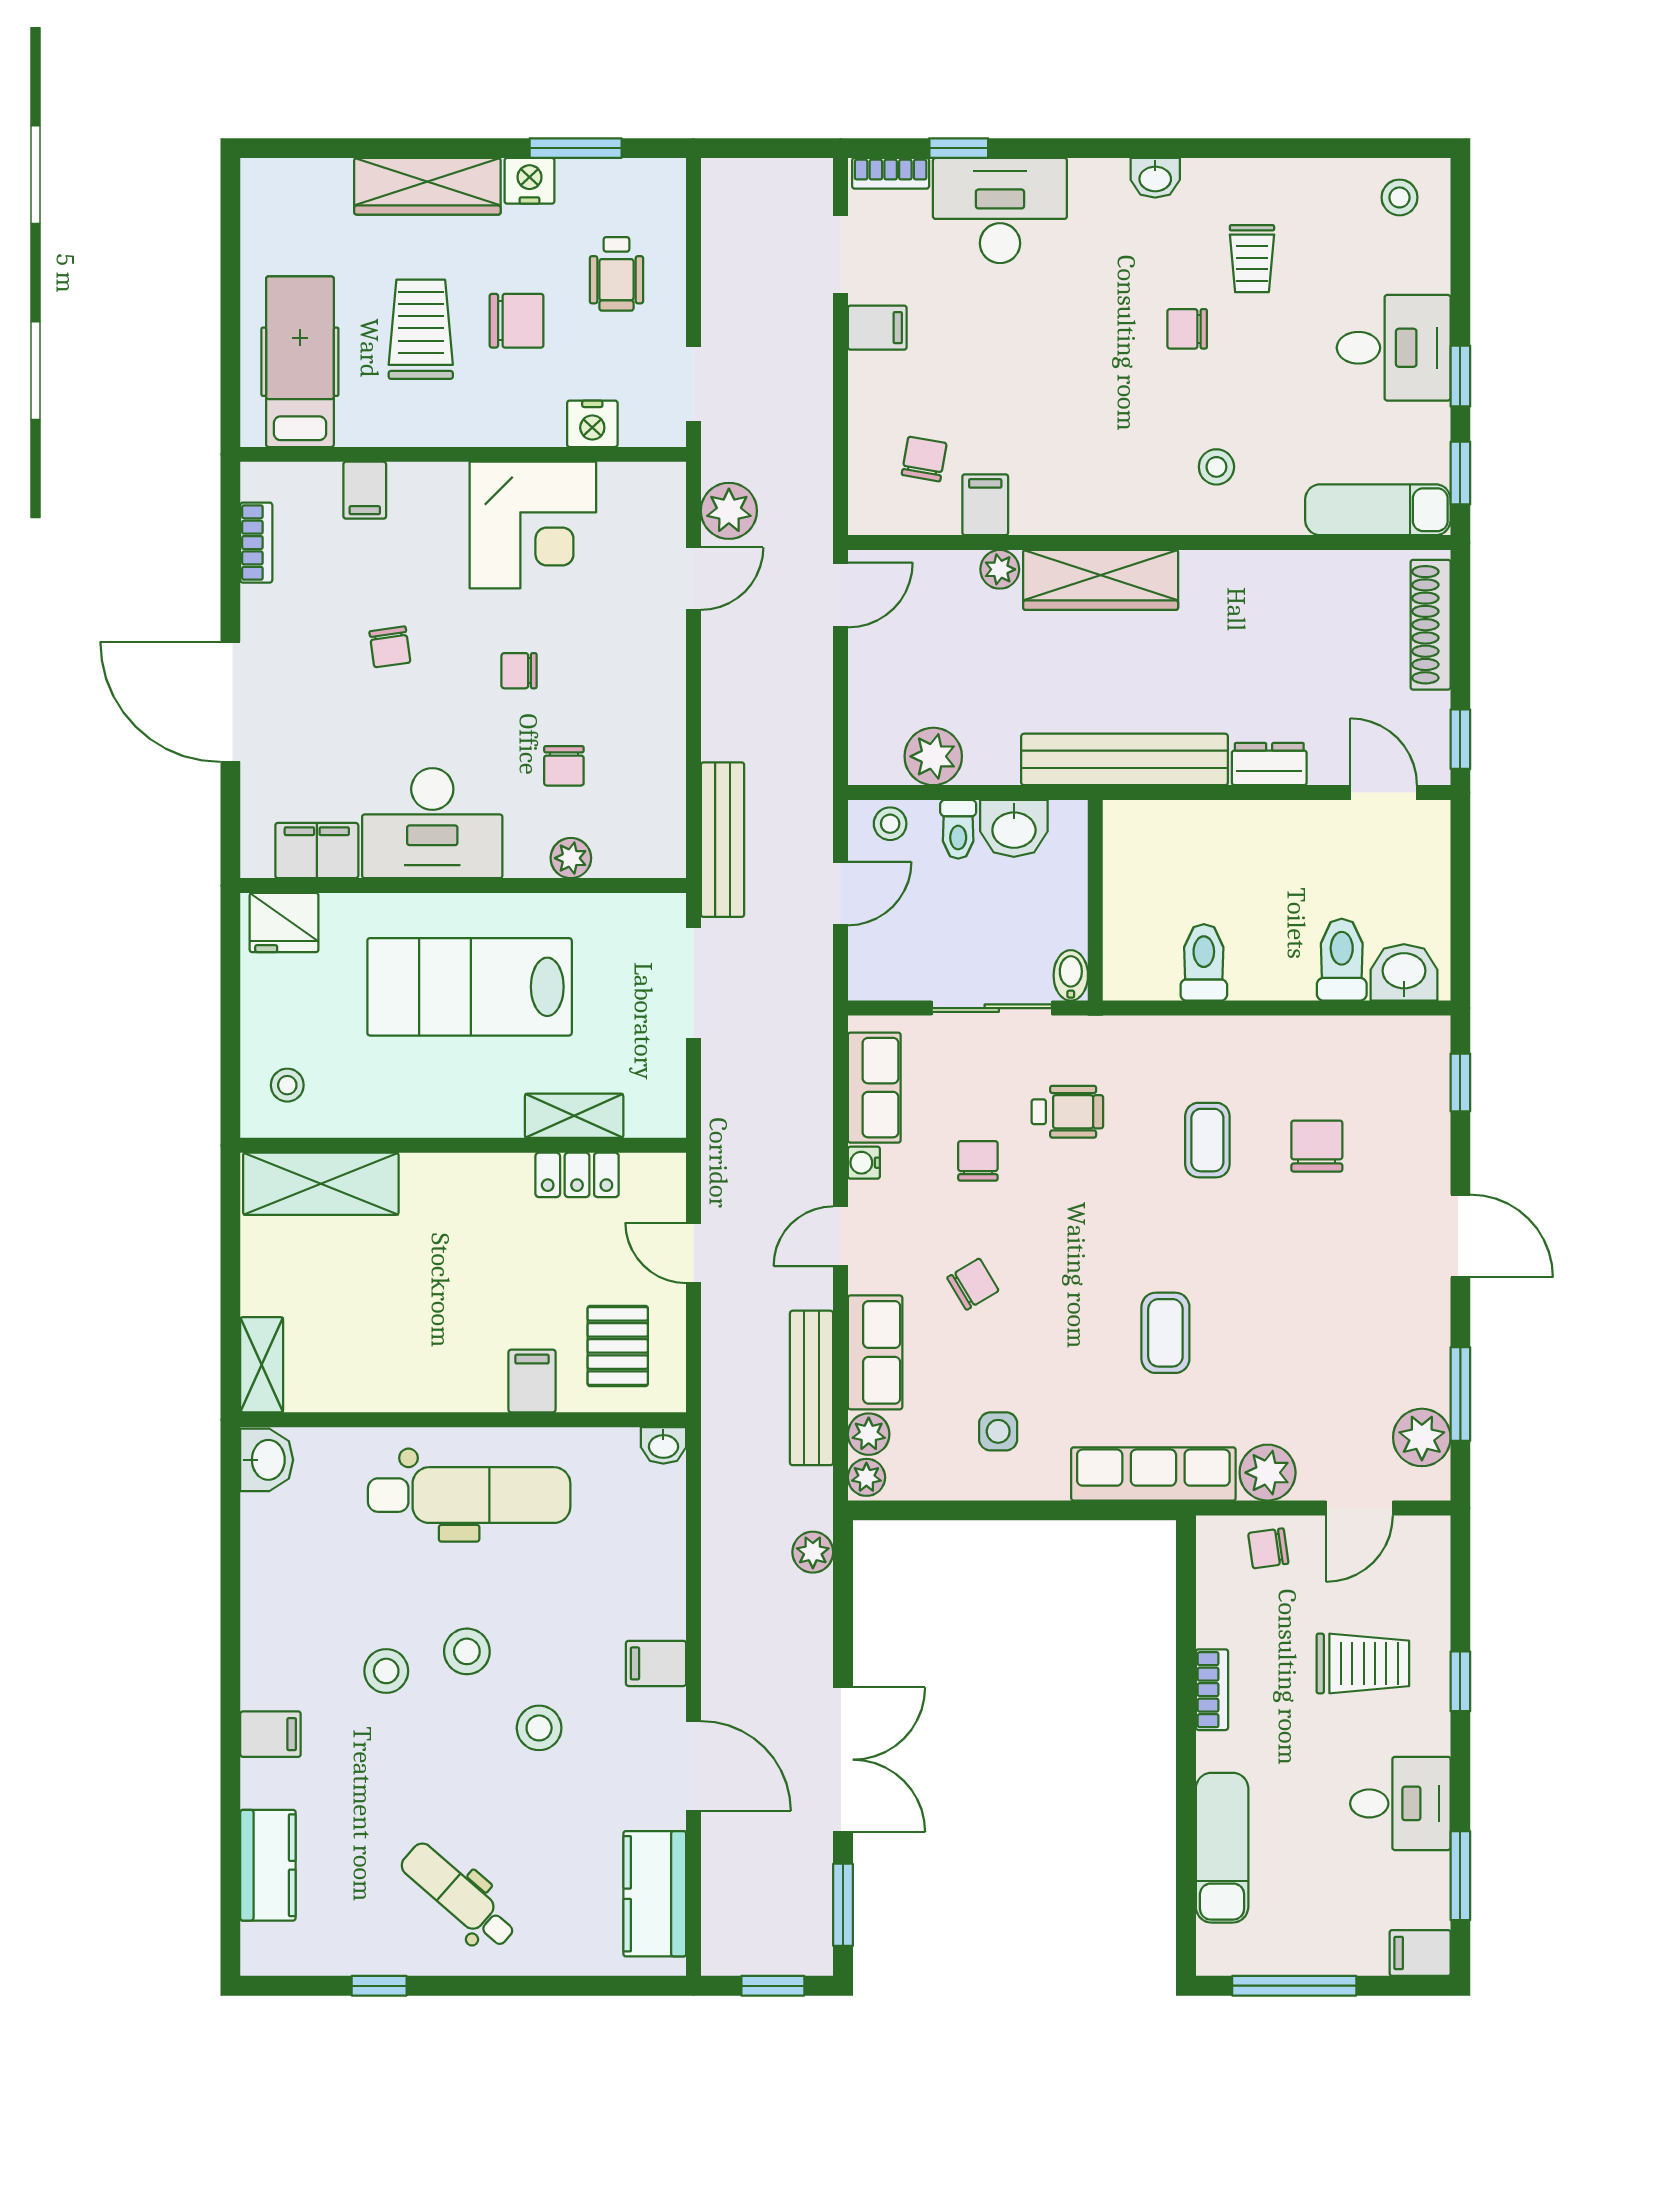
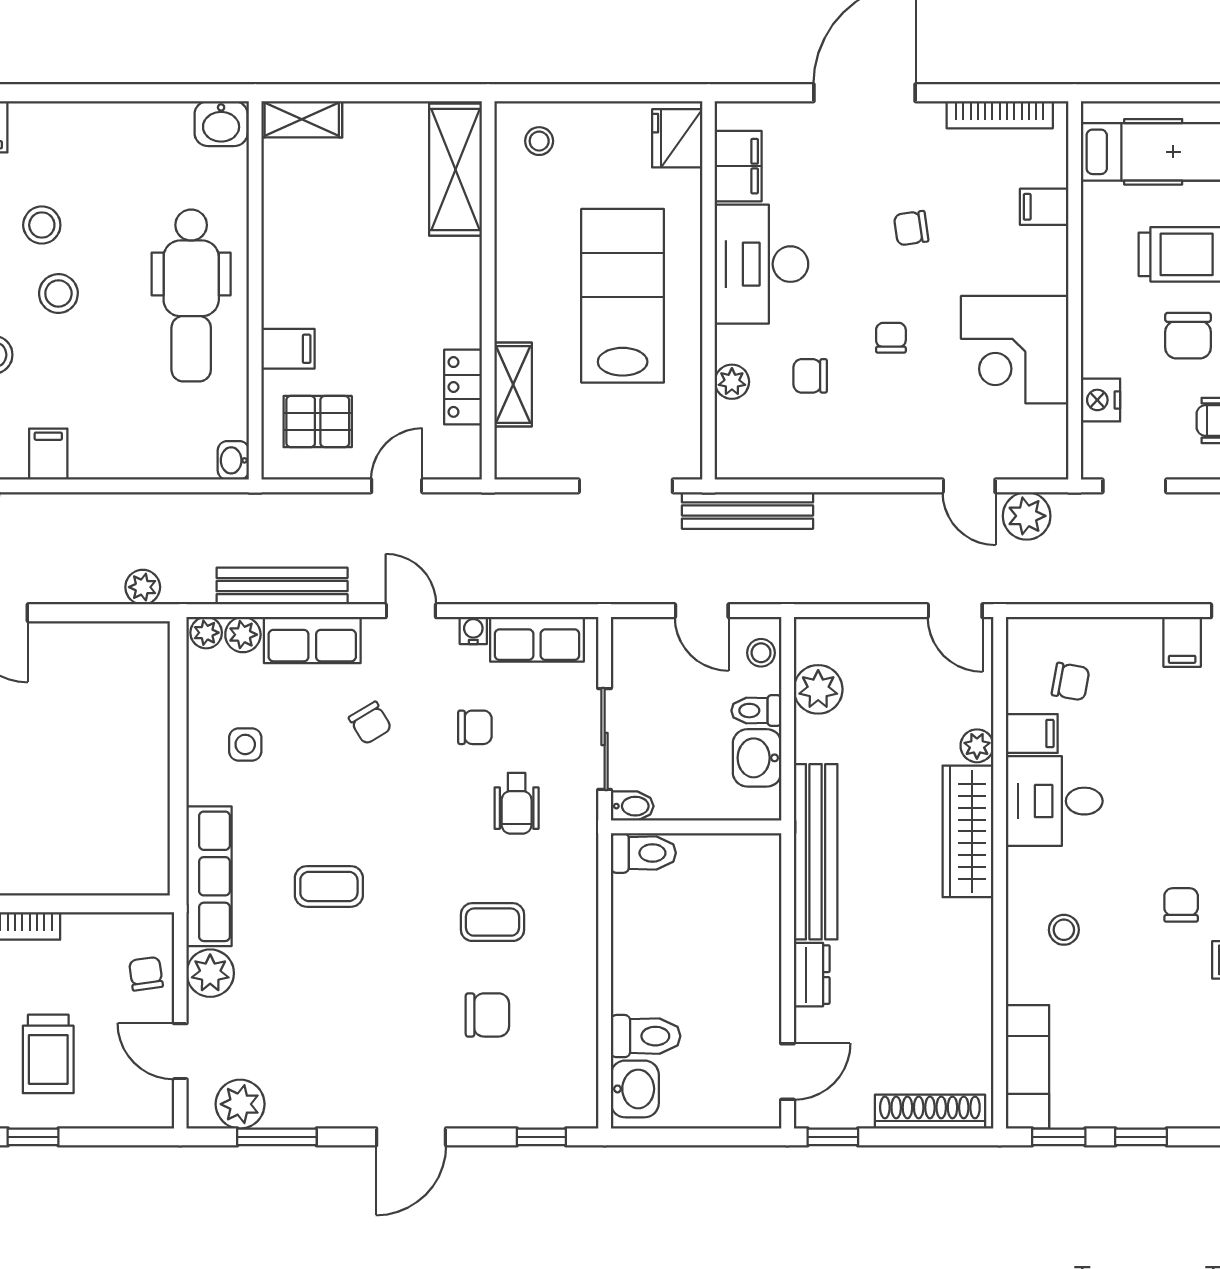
desk: (1394, 348) -> (1054, 801), moved, turned 90
bookcase: (256, 543) -> (1000, 115), width x1.56
toilet: (1204, 962) -> (643, 853), moved

